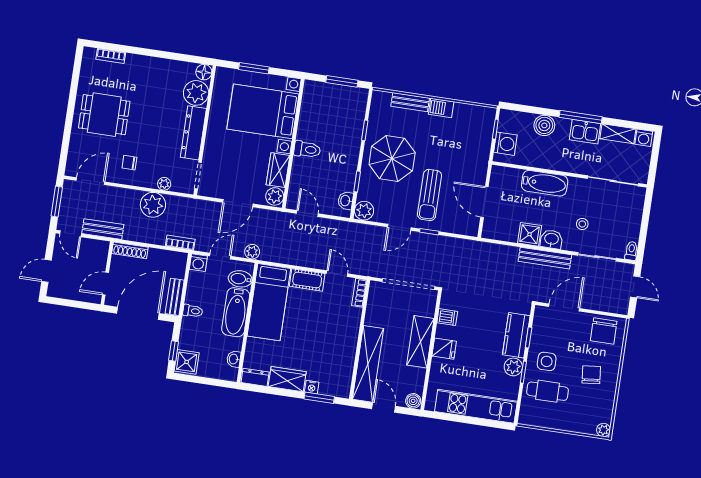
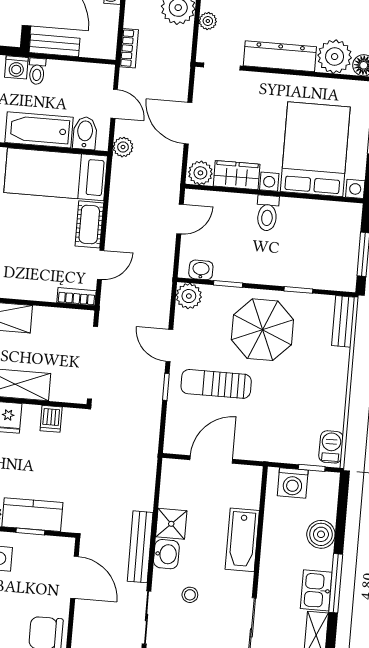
bench: (410, 102) -> (343, 321), moved
barbecue: (441, 108) -> (331, 447), moved
washing machine: (198, 263) -> (16, 67), moved, turned -90

